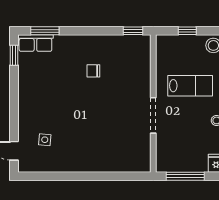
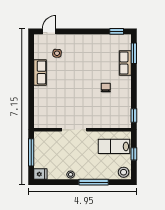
row of seats: (35, 43) -> (125, 63), moved
lab bench: (190, 86) -> (114, 146), moved, turned 90
row of seats: (72, 164) -> (40, 72), added

